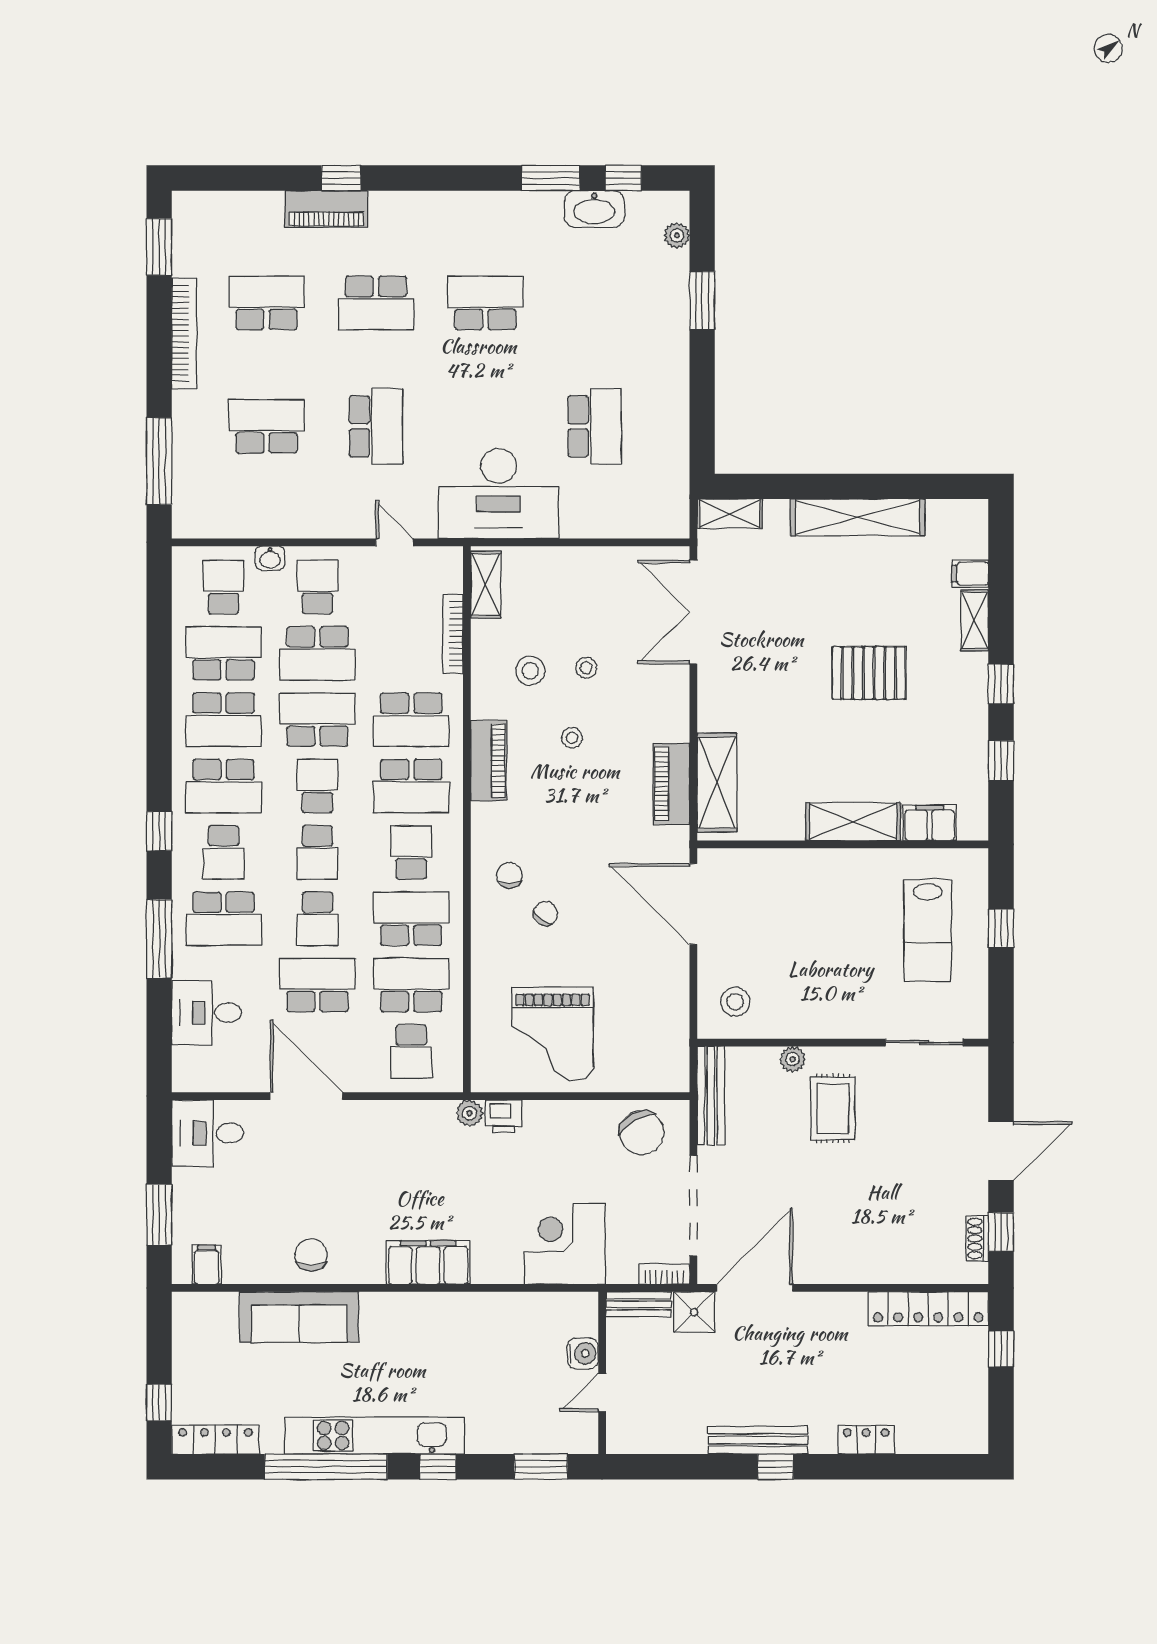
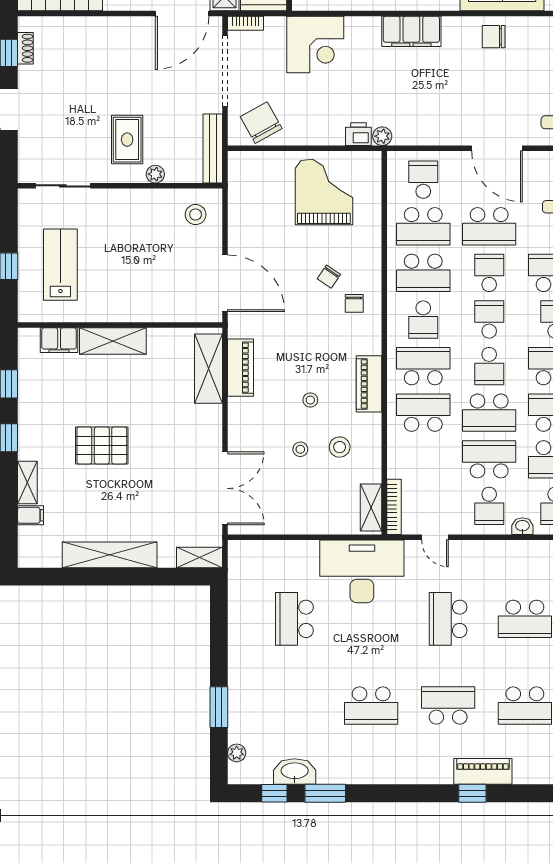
bookcase: (453, 634) -> (394, 507), moved
chair: (311, 1255) -> (494, 37), turned 90

